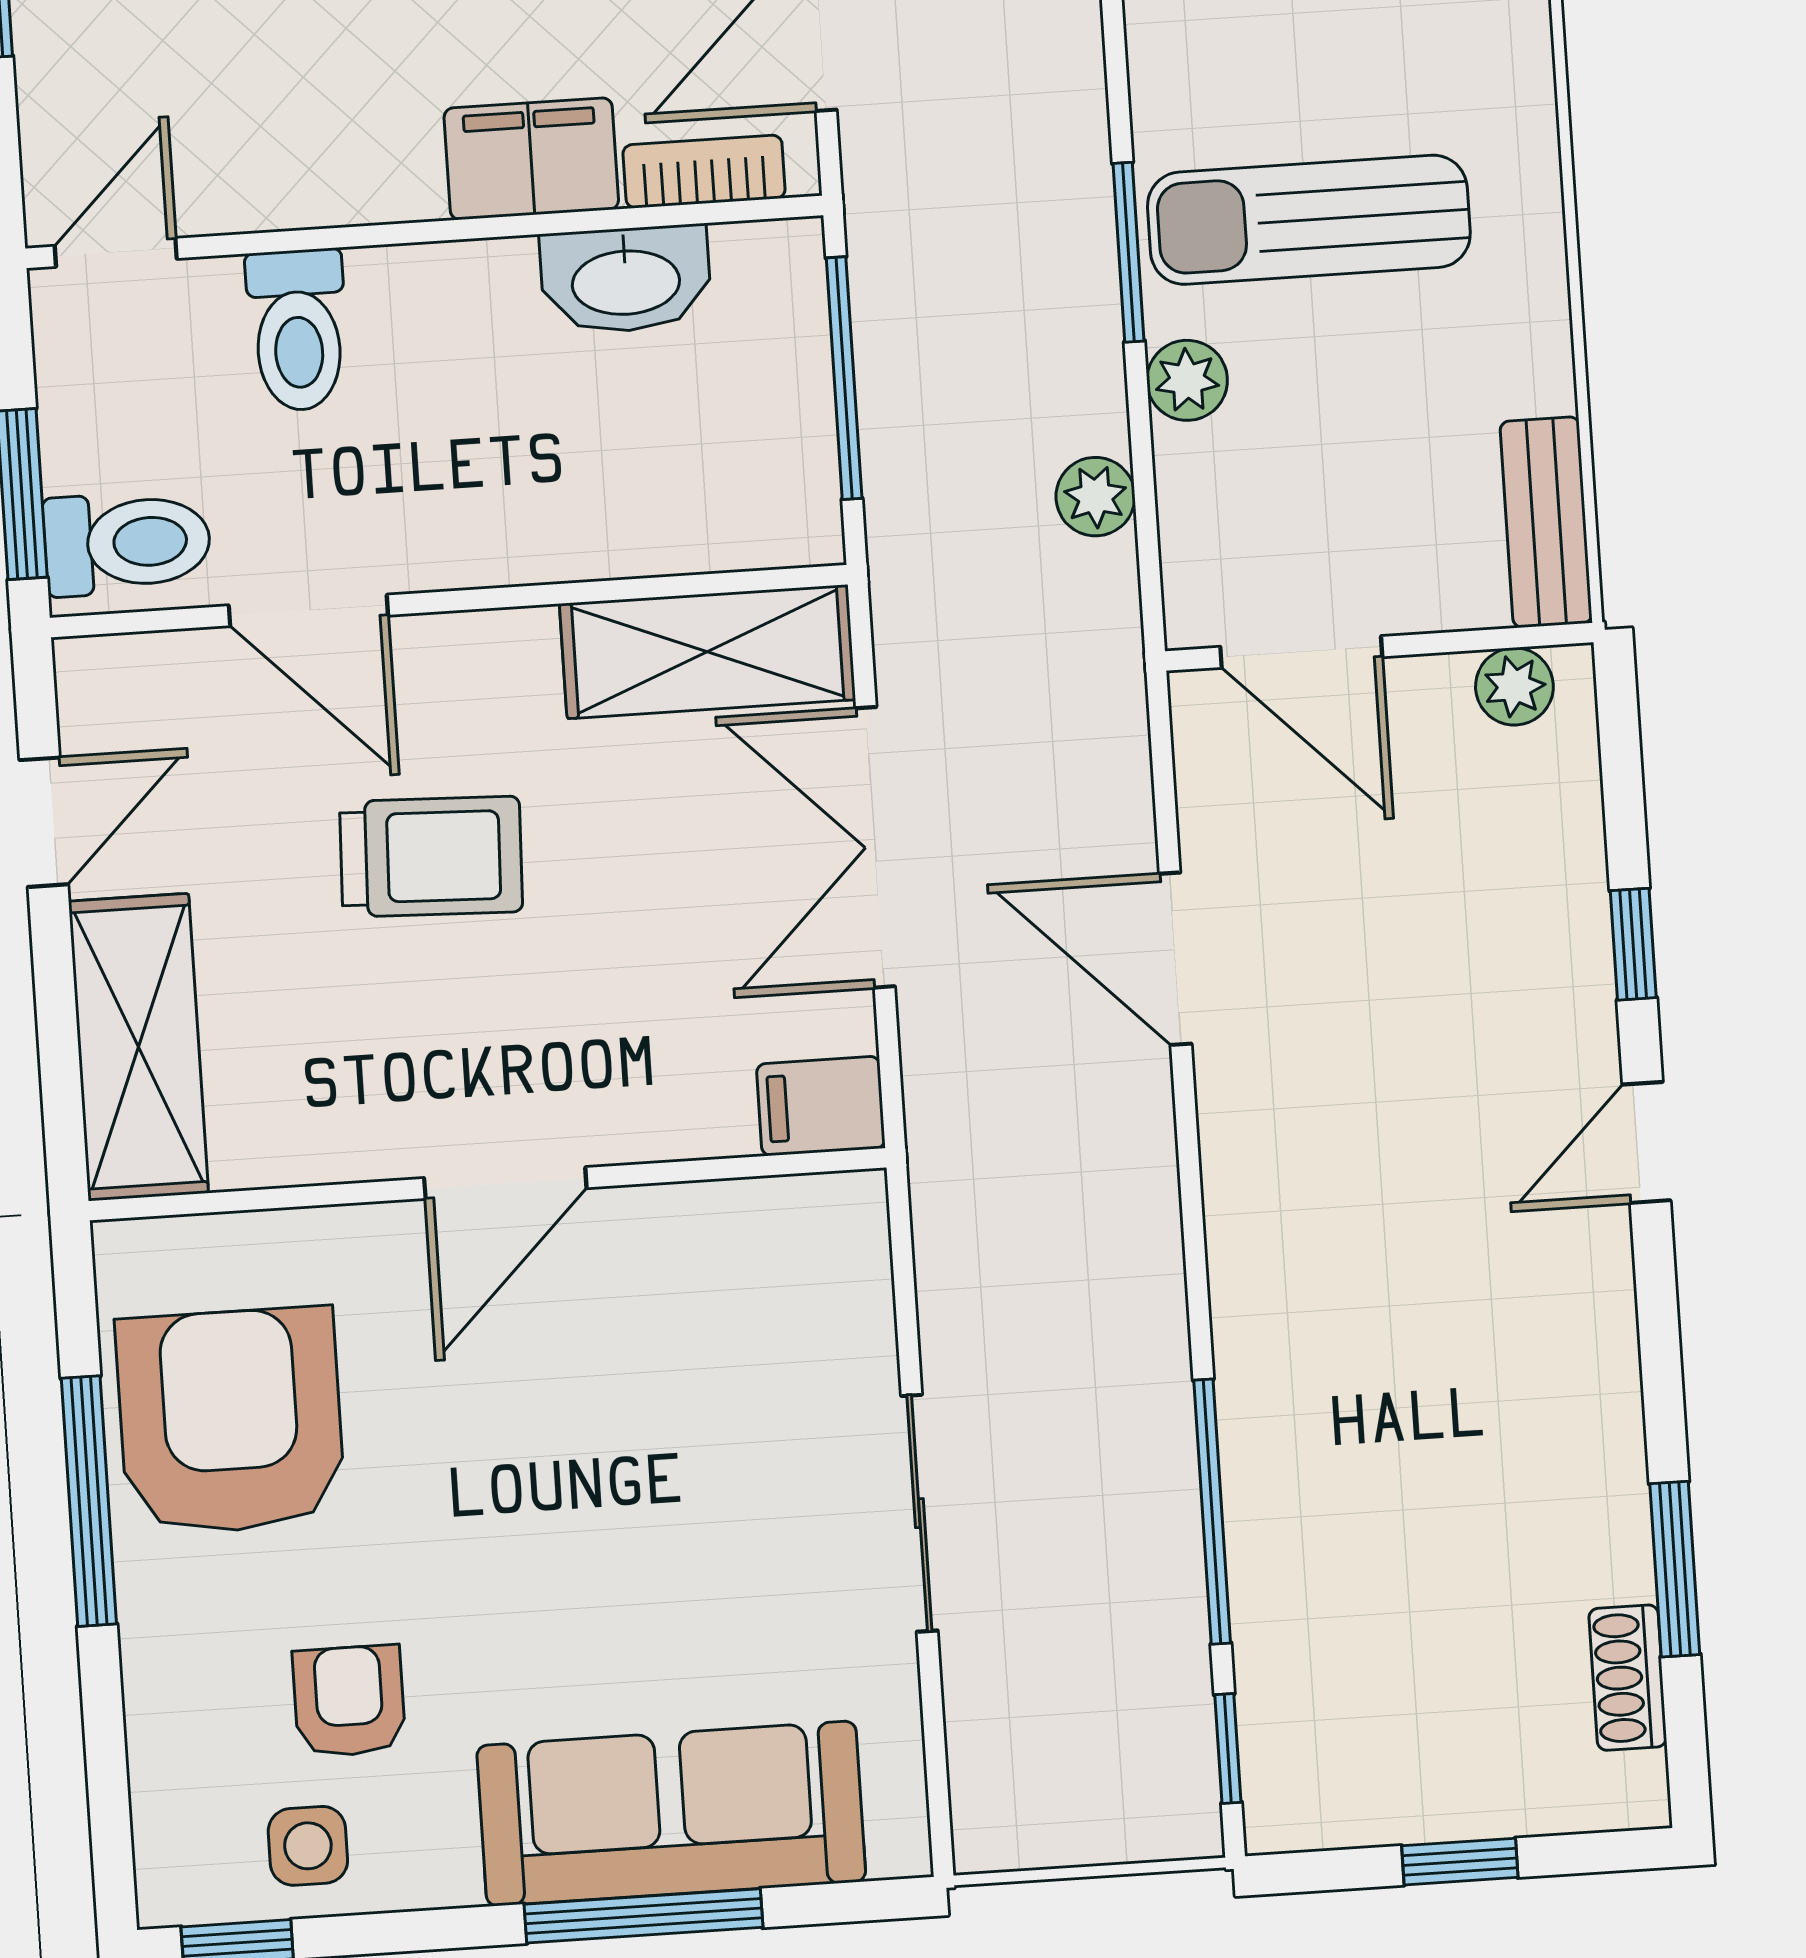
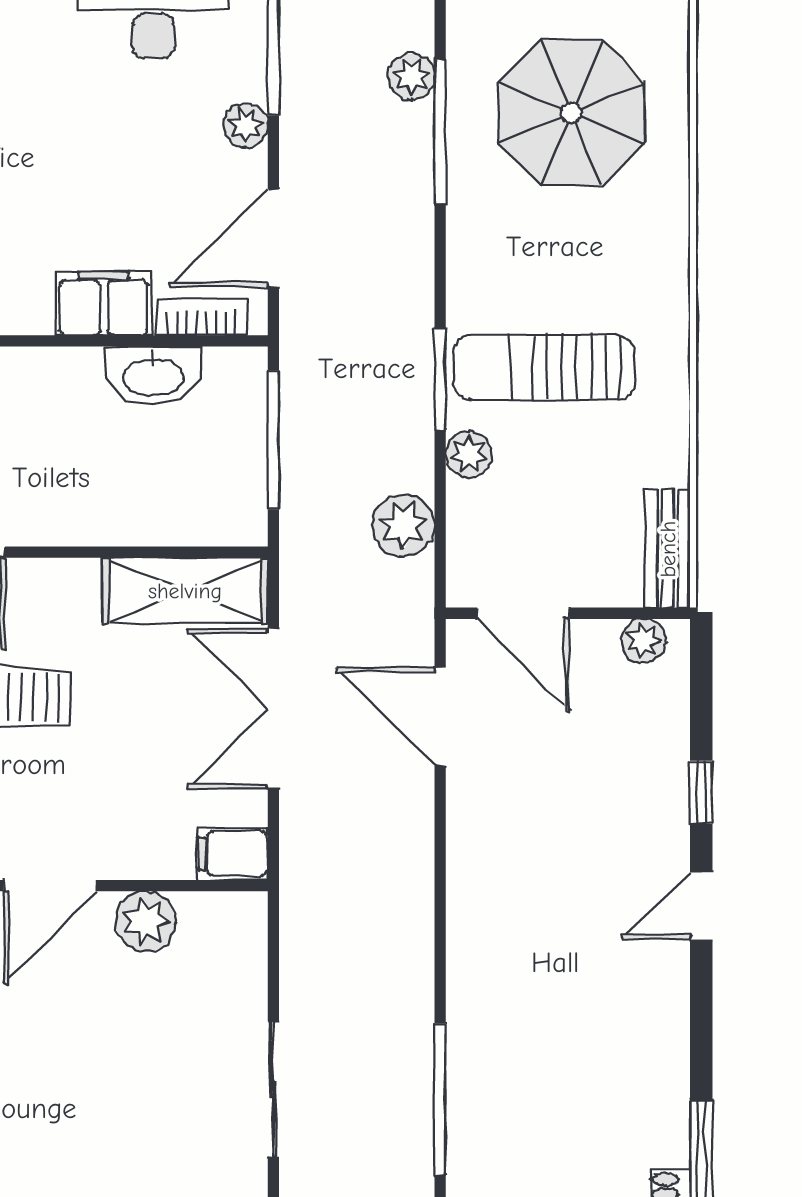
plant: (1095, 497) -> (404, 525), width x1.38, depth x1.38
door: (1175, 959) -> (440, 717), moved
plant: (676, 1235) -> (146, 921), added

